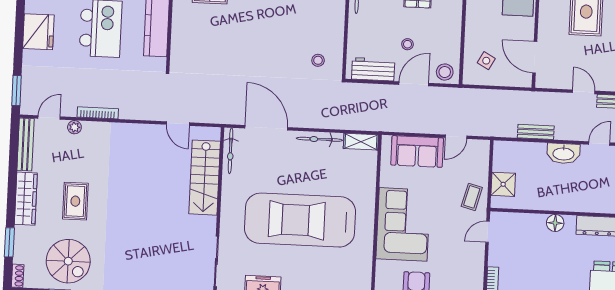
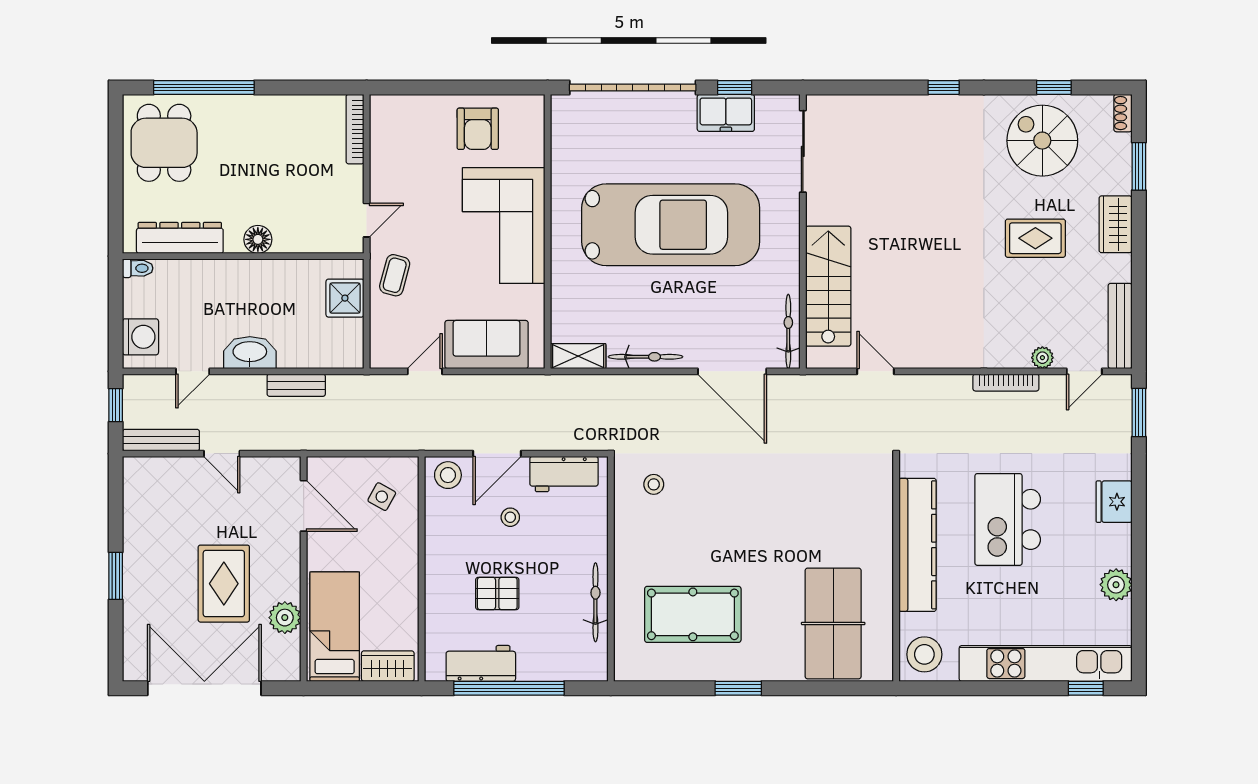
fridge: (38, 32) -> (1114, 502), width x0.73, depth x0.75
wardrobe: (26, 199) -> (1116, 224), width x0.67
rug: (75, 201) -> (1035, 238), turned 90

